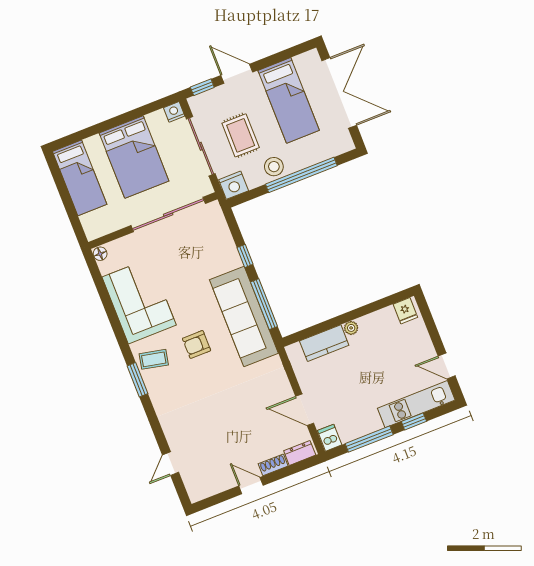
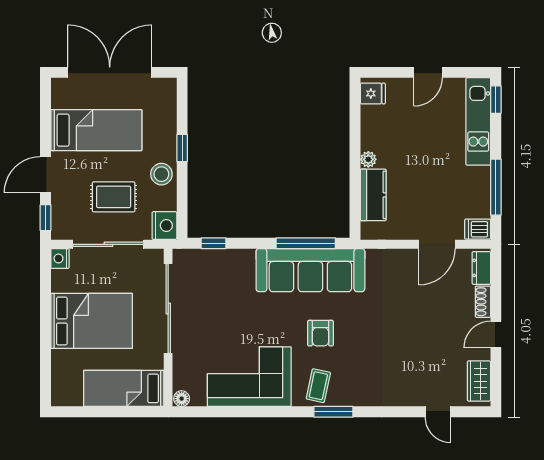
window: (301, 175) -> (182, 148), width x0.32
bed: (80, 178) -> (124, 388), moved, turned 180
window: (245, 256) -> (214, 243), moved
door: (447, 366) -> (428, 72), moved
window: (414, 421) -> (496, 100), moved
wardrobe: (208, 487) -> (479, 381), added

